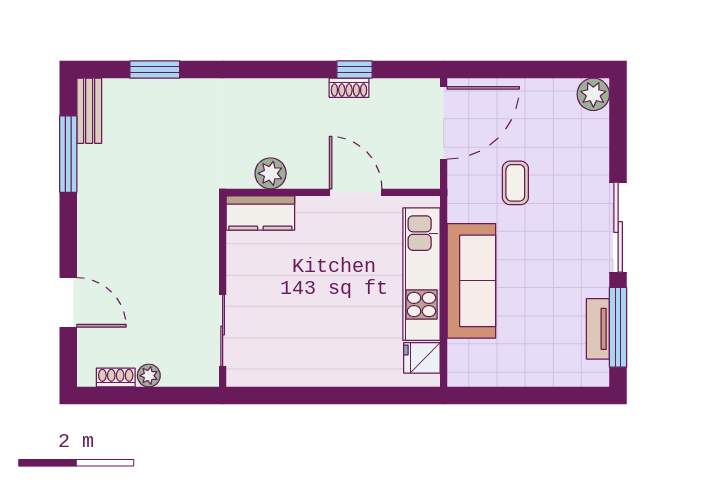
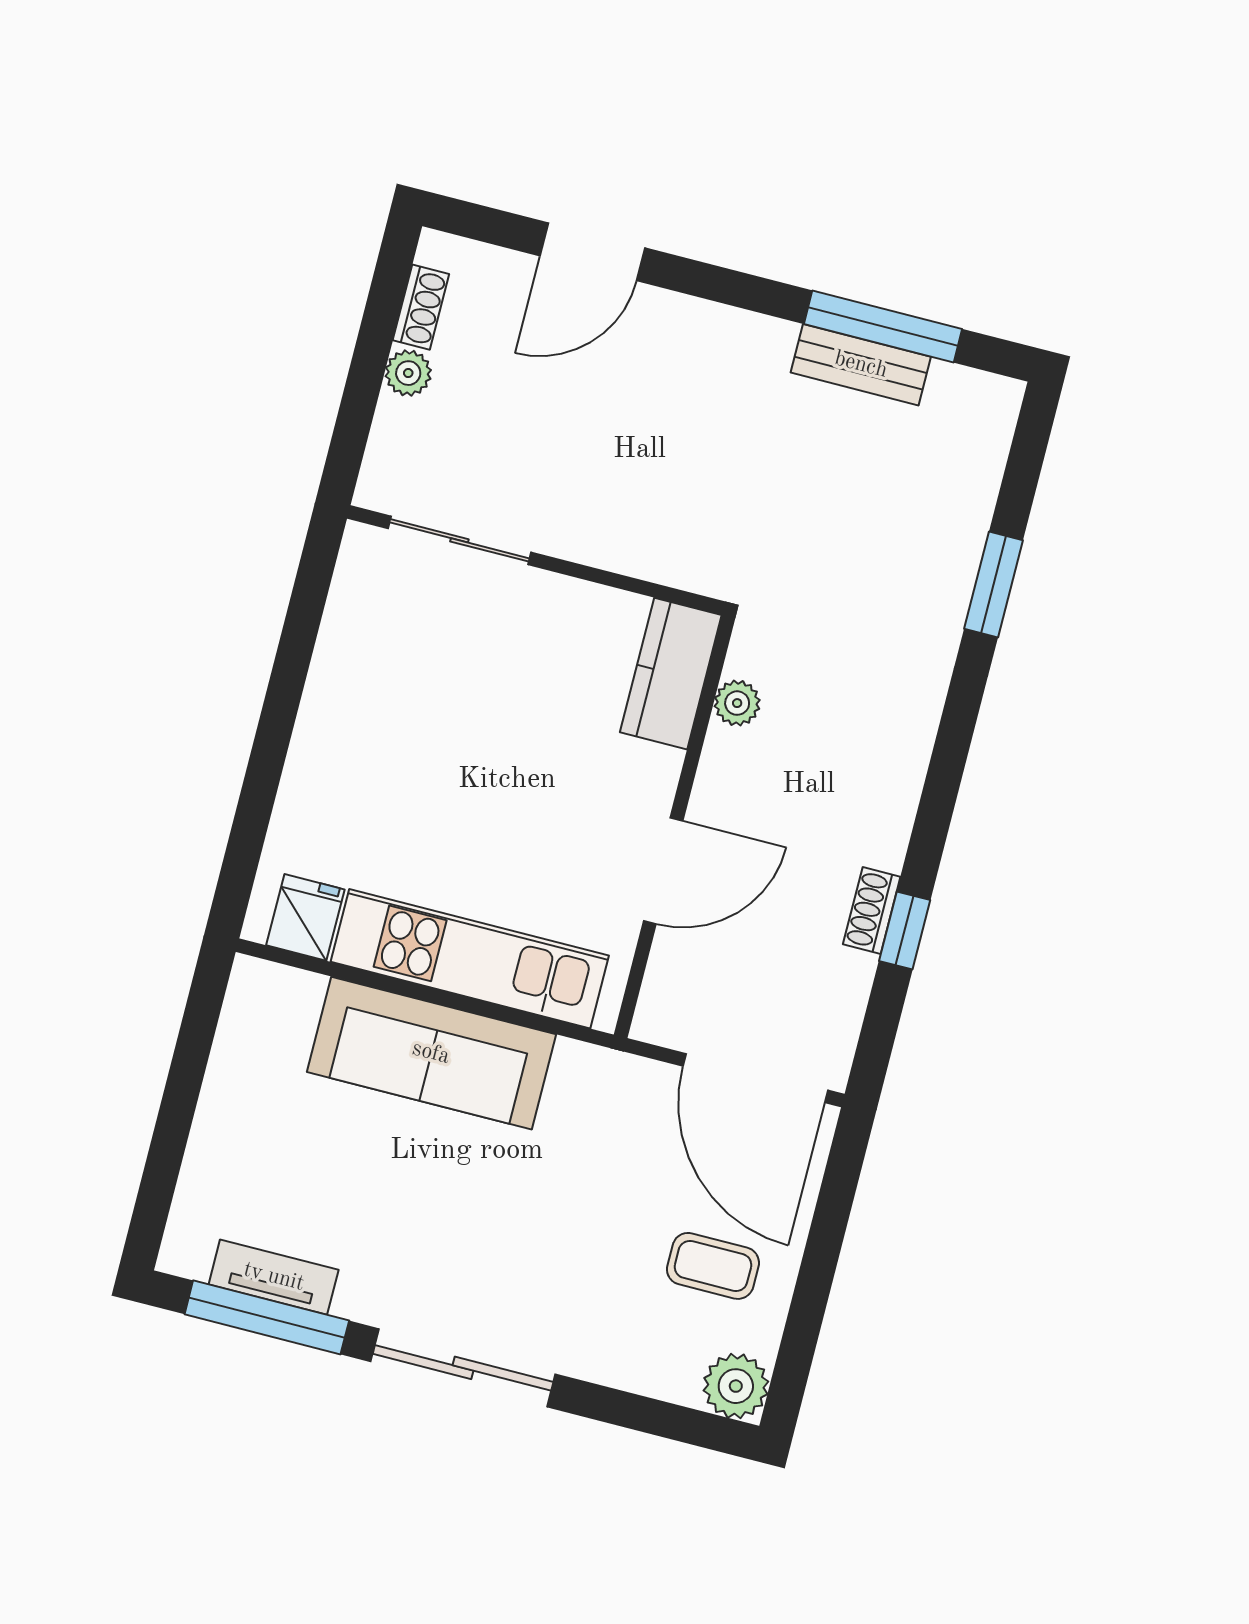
window: (155, 70) -> (993, 585), moved
bench: (89, 111) -> (861, 365), moved
plant: (271, 173) -> (737, 703), width x0.73, depth x0.73
coffee table: (515, 183) -> (713, 1266), moved

